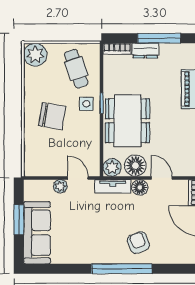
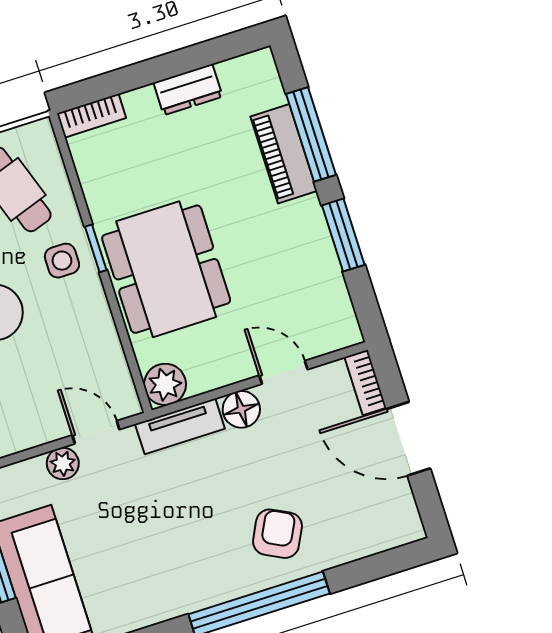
window: (159, 38) -> (178, 63), removed
dresser: (145, 51) -> (188, 90), moved
floor lamp: (135, 166) -> (216, 364), removed
armchair: (138, 243) -> (277, 534), turned 48

